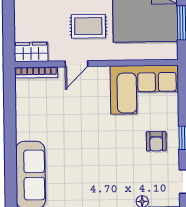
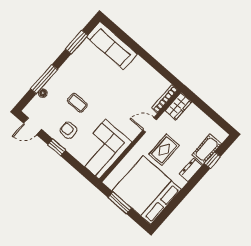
door: (76, 64) -> (150, 125), hinge flipped
coffee table: (120, 158) -> (77, 103), added

